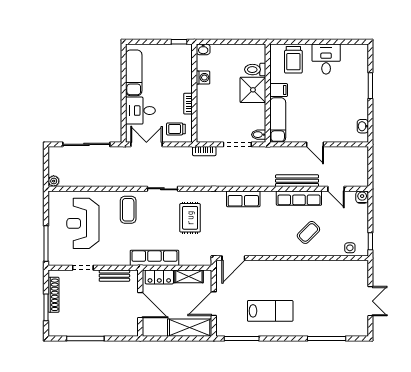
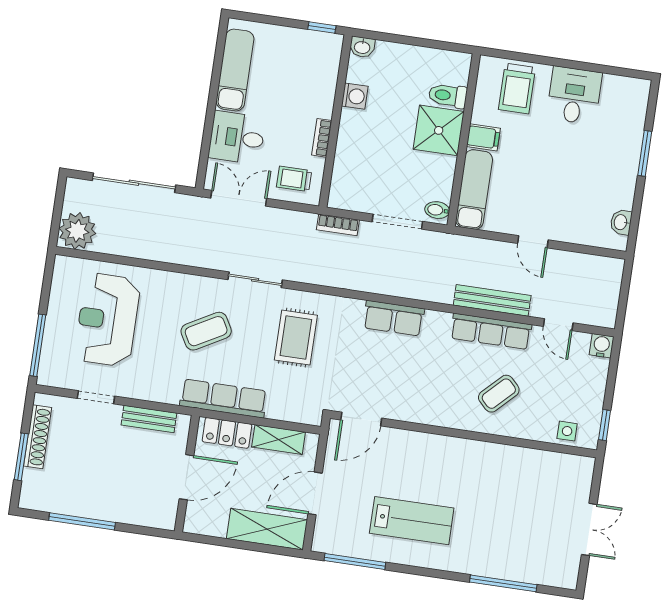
plant: (54, 181) -> (77, 231), width x1.88, depth x1.88
coffee table: (128, 210) -> (206, 331), moved, turned 61
door: (140, 305) -> (186, 477), hinge flipped

